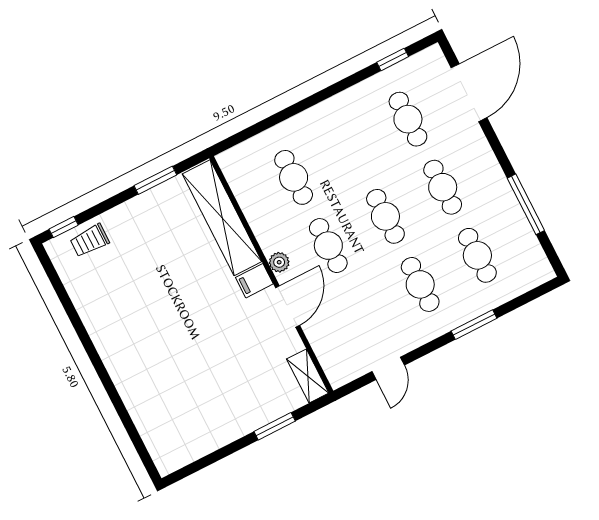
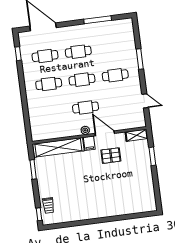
cafe table: (294, 177) -> (49, 84), moved
cafe table: (477, 255) -> (112, 47), removed
pallet: (245, 337) -> (111, 156), added

